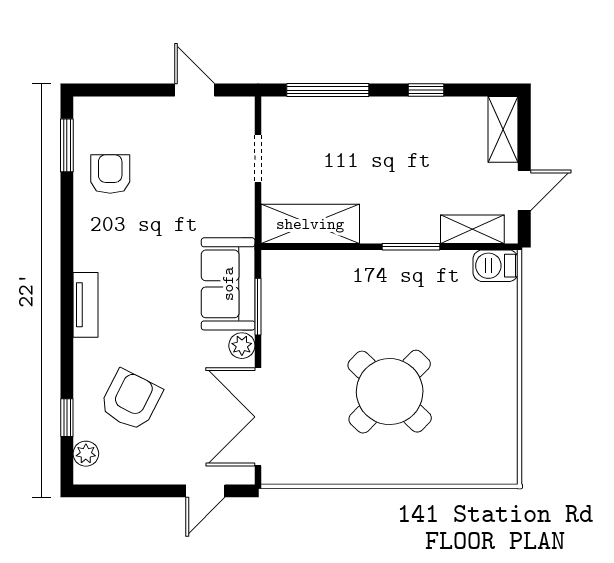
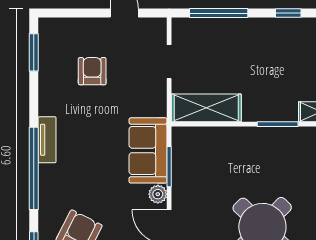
armchair: (110, 174) -> (92, 71), moved
tv unit: (86, 305) -> (47, 140), moved
window: (67, 309) -> (34, 168), added

